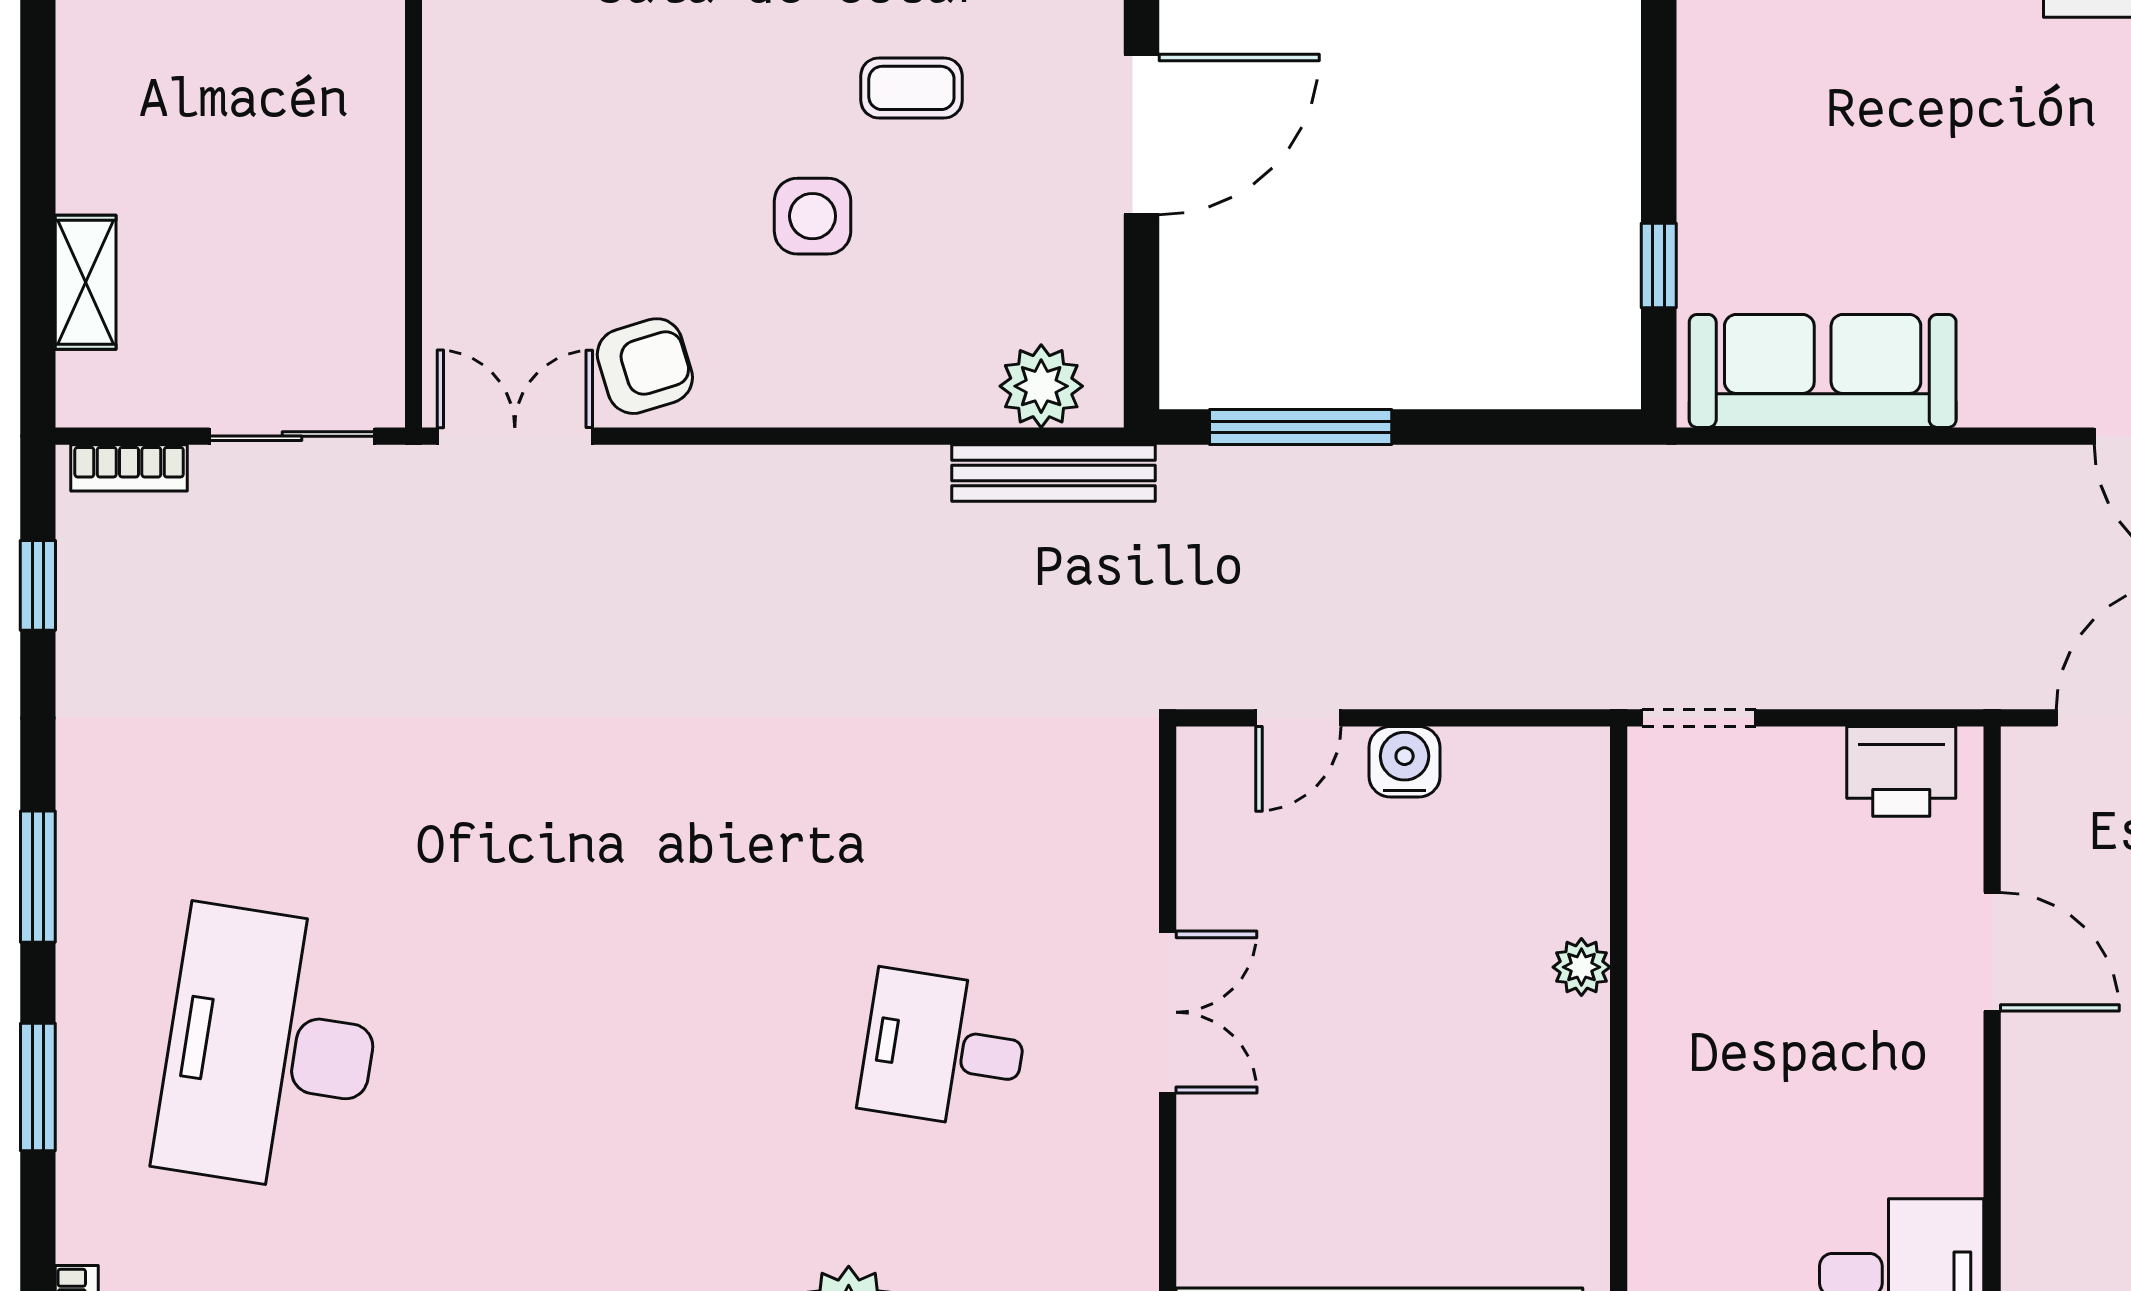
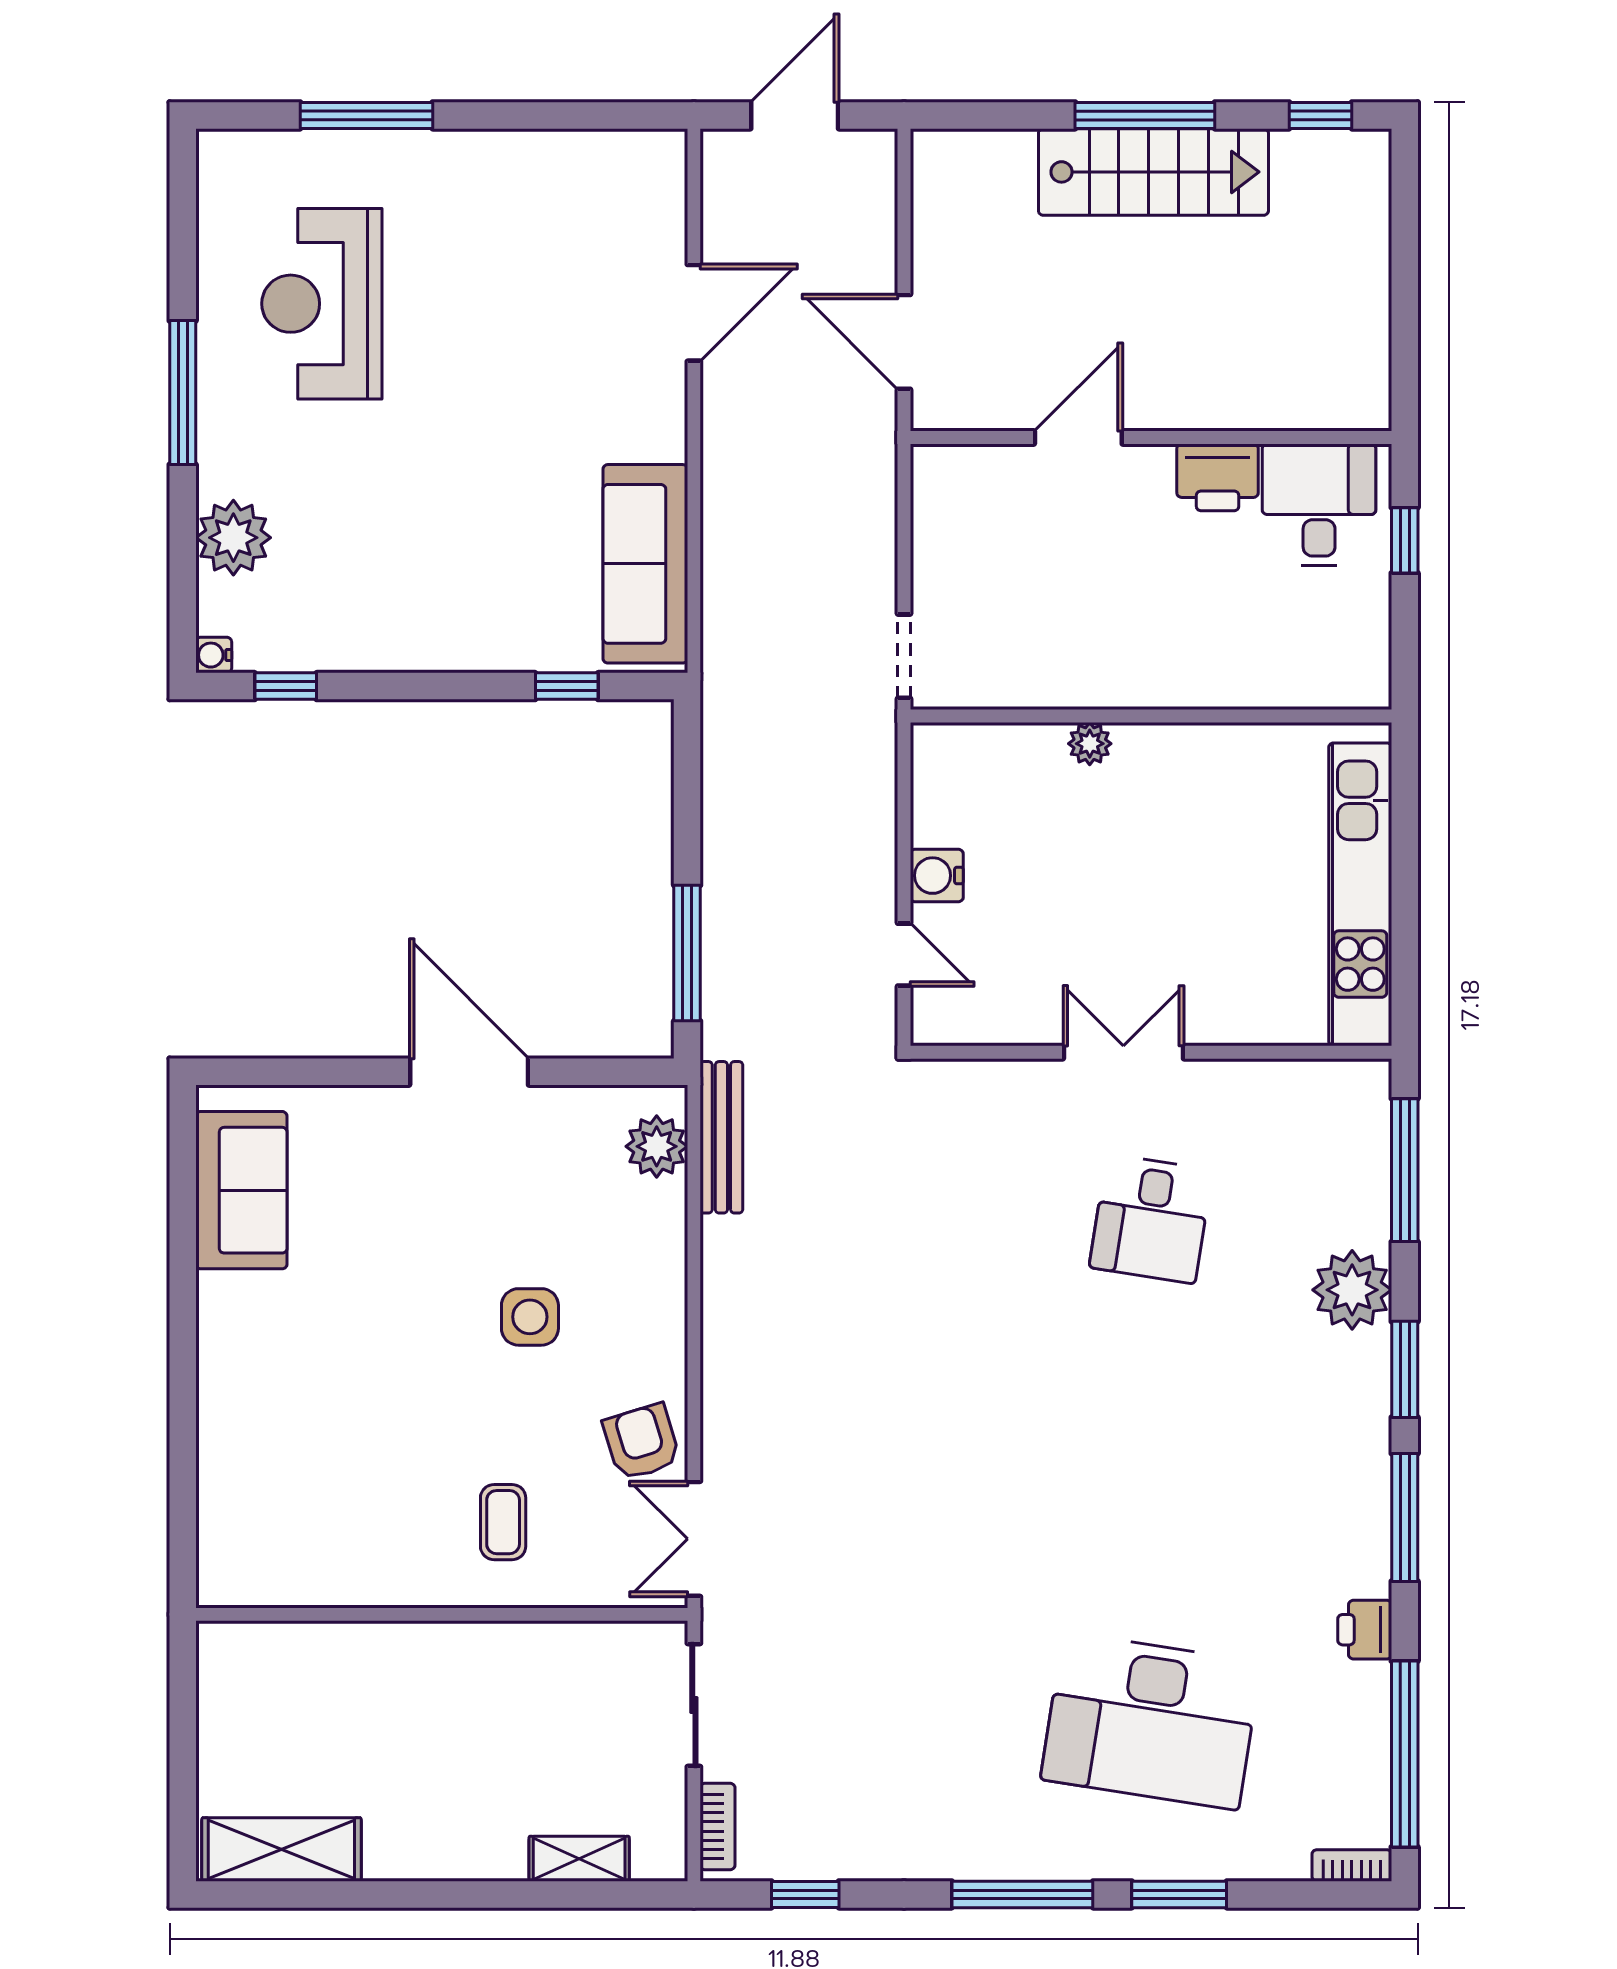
coffee table: (911, 88) -> (503, 1522), moved
printer: (1901, 771) -> (1218, 477), moved, turned 90
window: (38, 877) -> (1022, 1894), width x1.44

